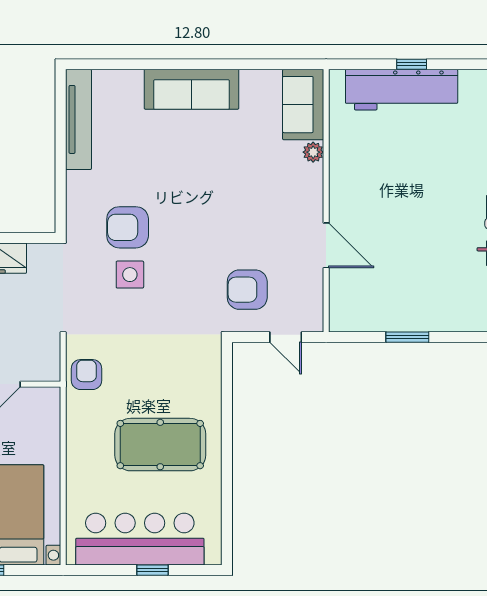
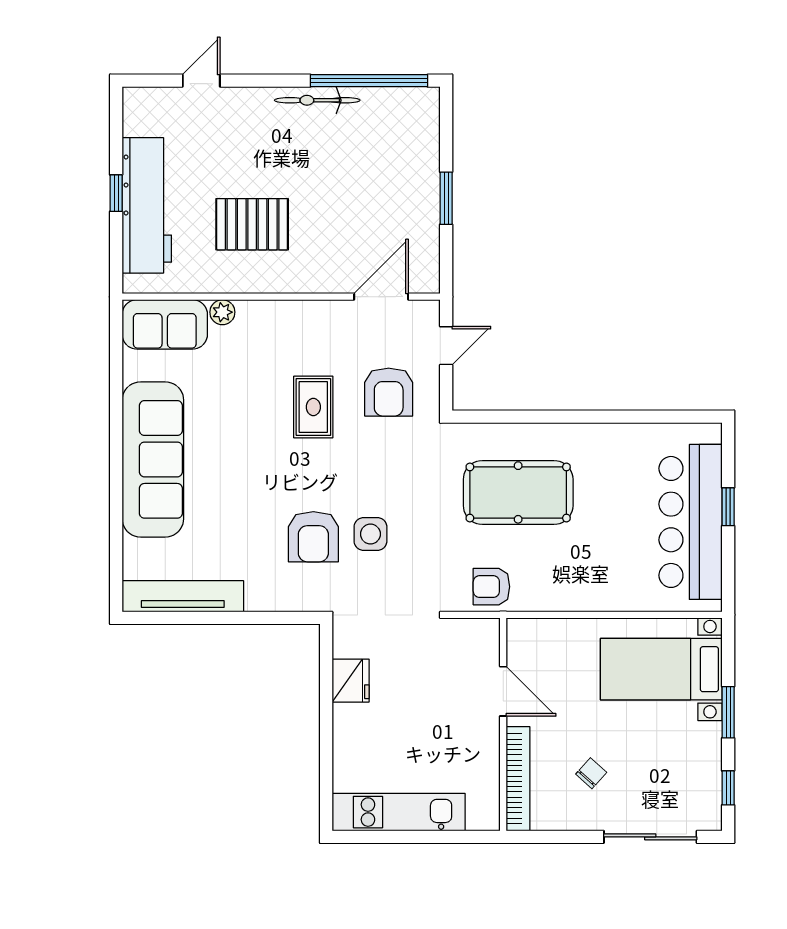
sofa: (192, 89) -> (153, 459), width x1.36, depth x1.27
pallet: (386, 177) -> (252, 224), added
rug: (235, 227) -> (313, 407), added
door: (326, 245) -> (381, 297), moved
pool table: (160, 445) -> (518, 492), moved, turned 90

